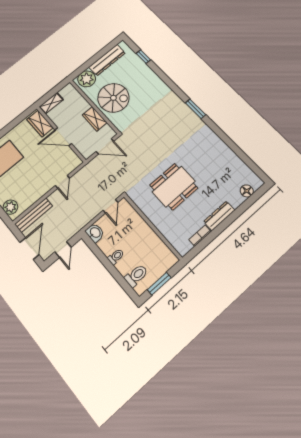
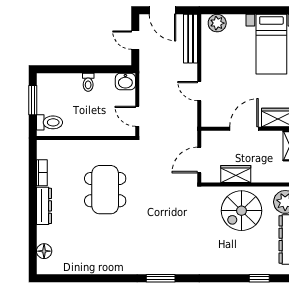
toilet: (136, 276) -> (50, 122), moved, turned -90

